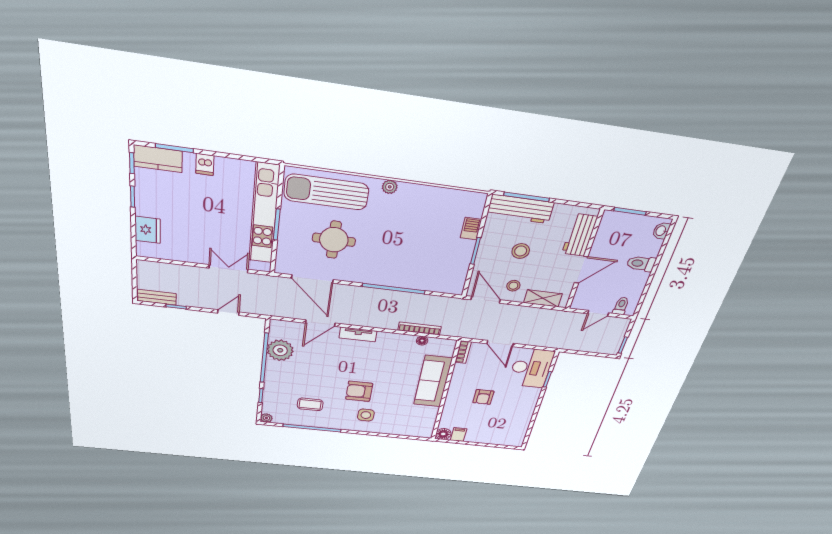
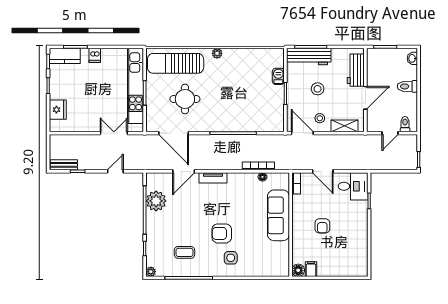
desk: (531, 368) -> (353, 186), width x0.73

